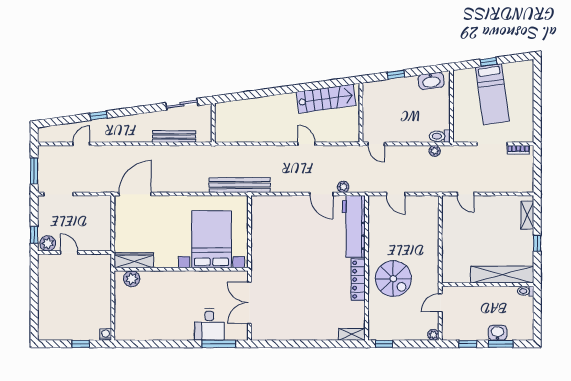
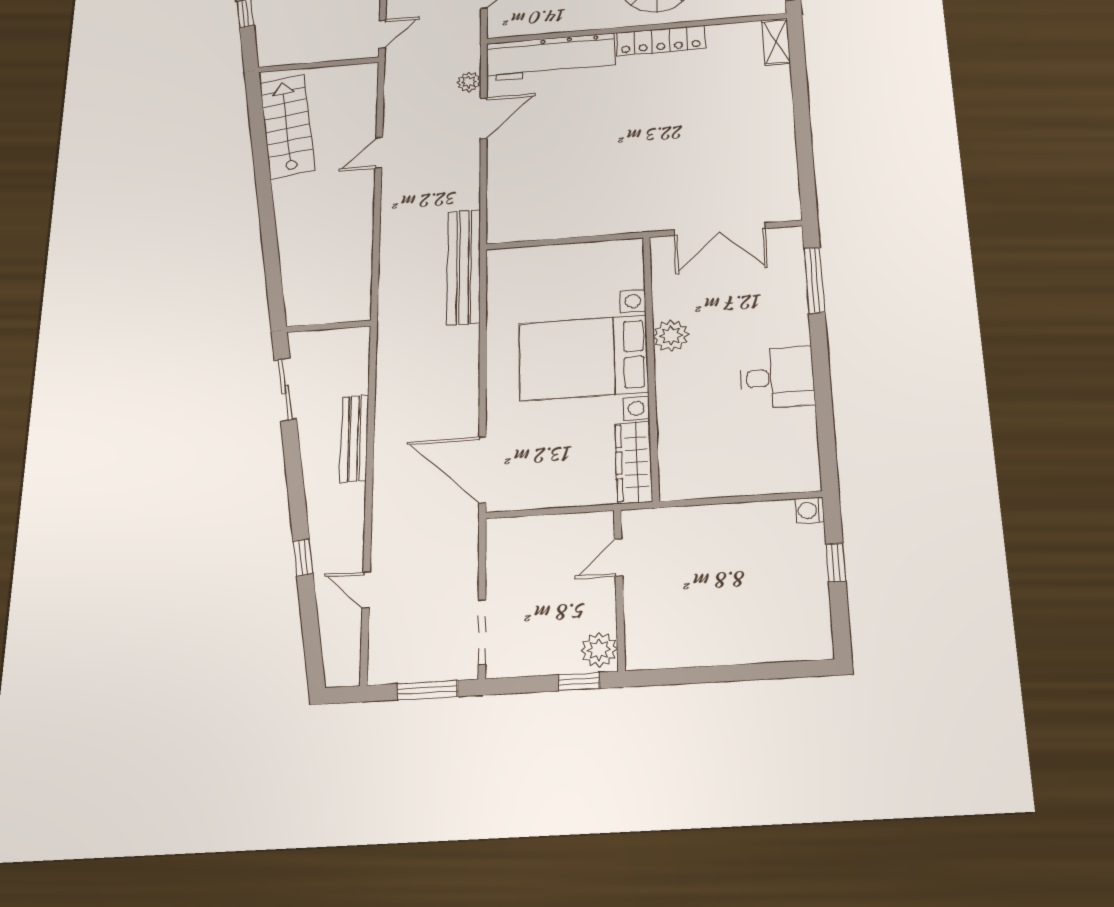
bench: (174, 137) -> (354, 439), moved
bed with nightstands: (211, 239) -> (583, 358), moved
door: (69, 253) -> (619, 557), moved
plant: (132, 279) -> (671, 336), moved
desk: (209, 324) -> (777, 377), moved

